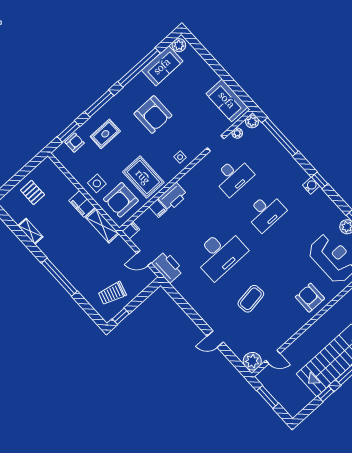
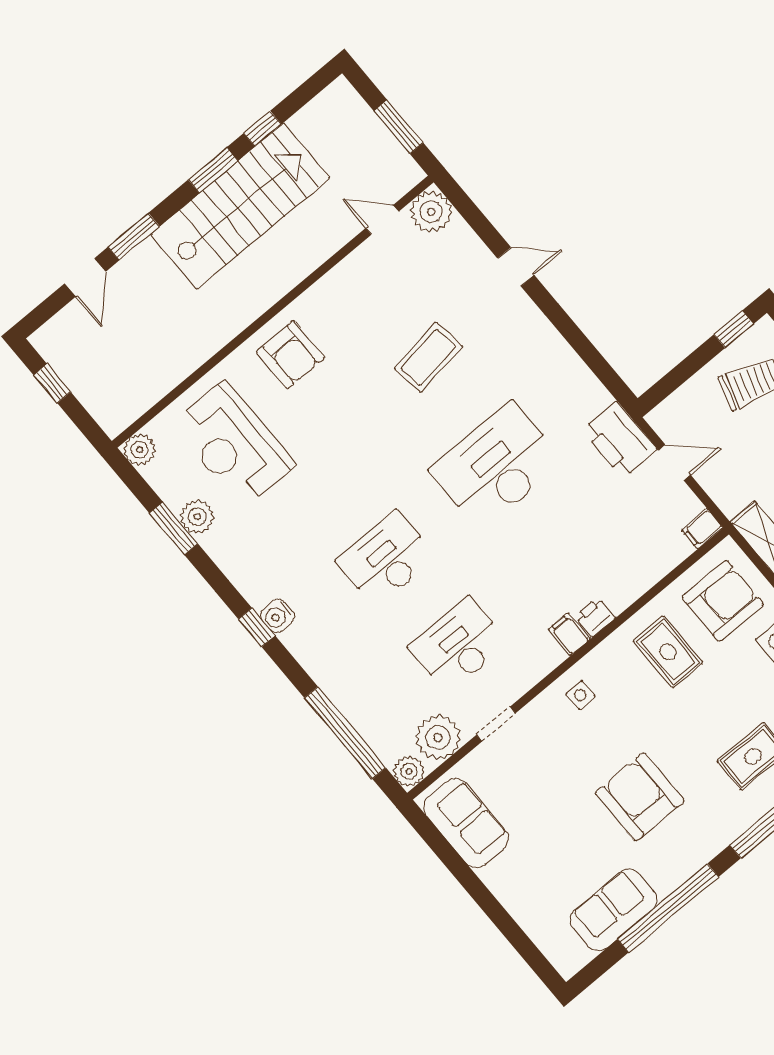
plant: (179, 45) -> (573, 956), removed
plant: (237, 133) -> (438, 737), width x1.88, depth x1.88
rug: (143, 177) -> (668, 652), width x0.73, depth x0.70
printer: (173, 197) -> (595, 617), width x0.53, depth x0.68
filing cabinet: (158, 208) -> (569, 634), moved

